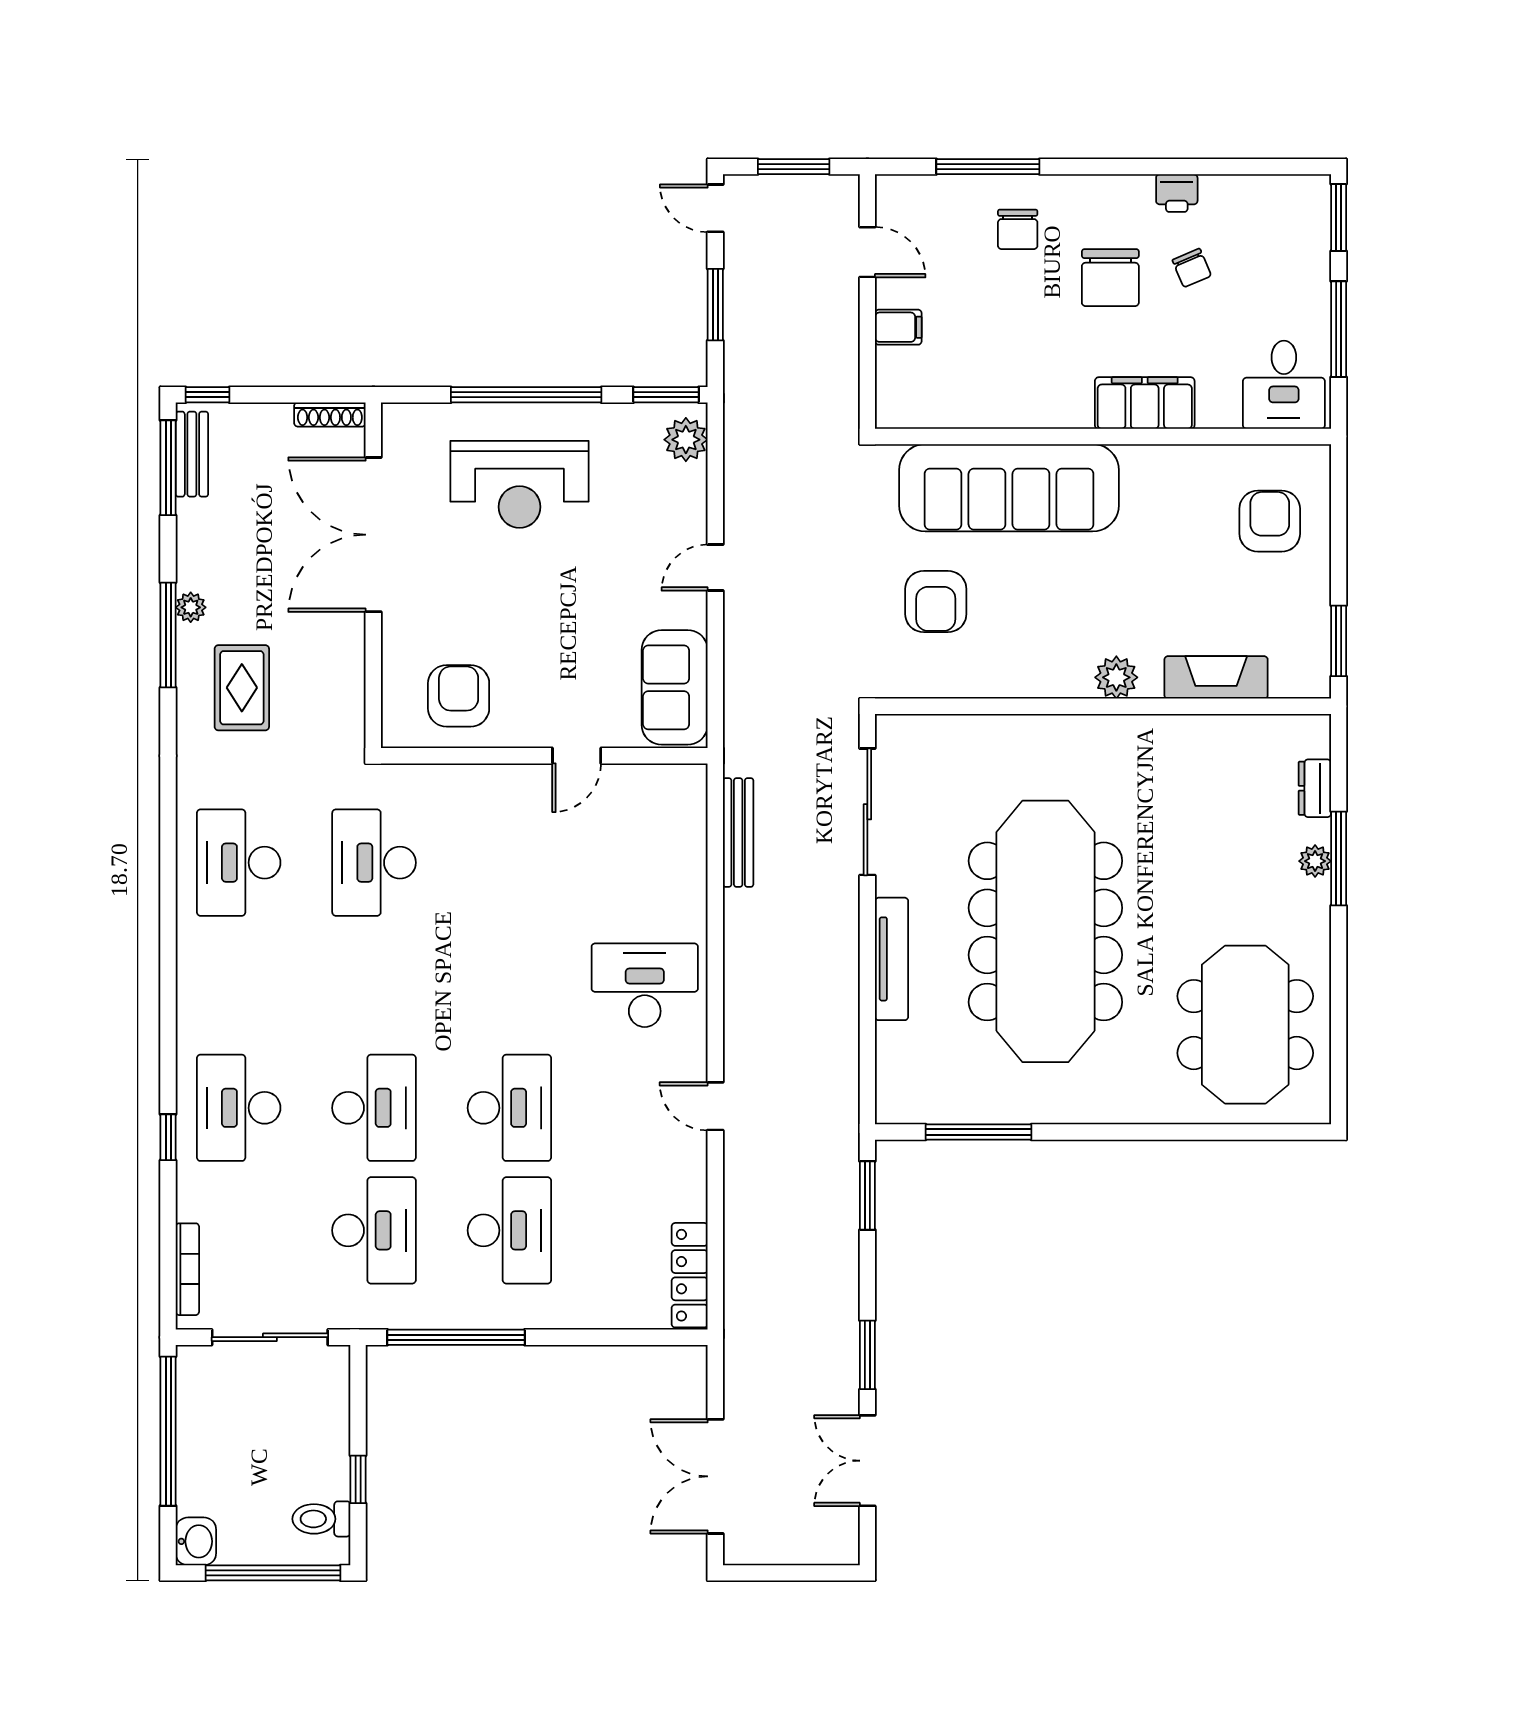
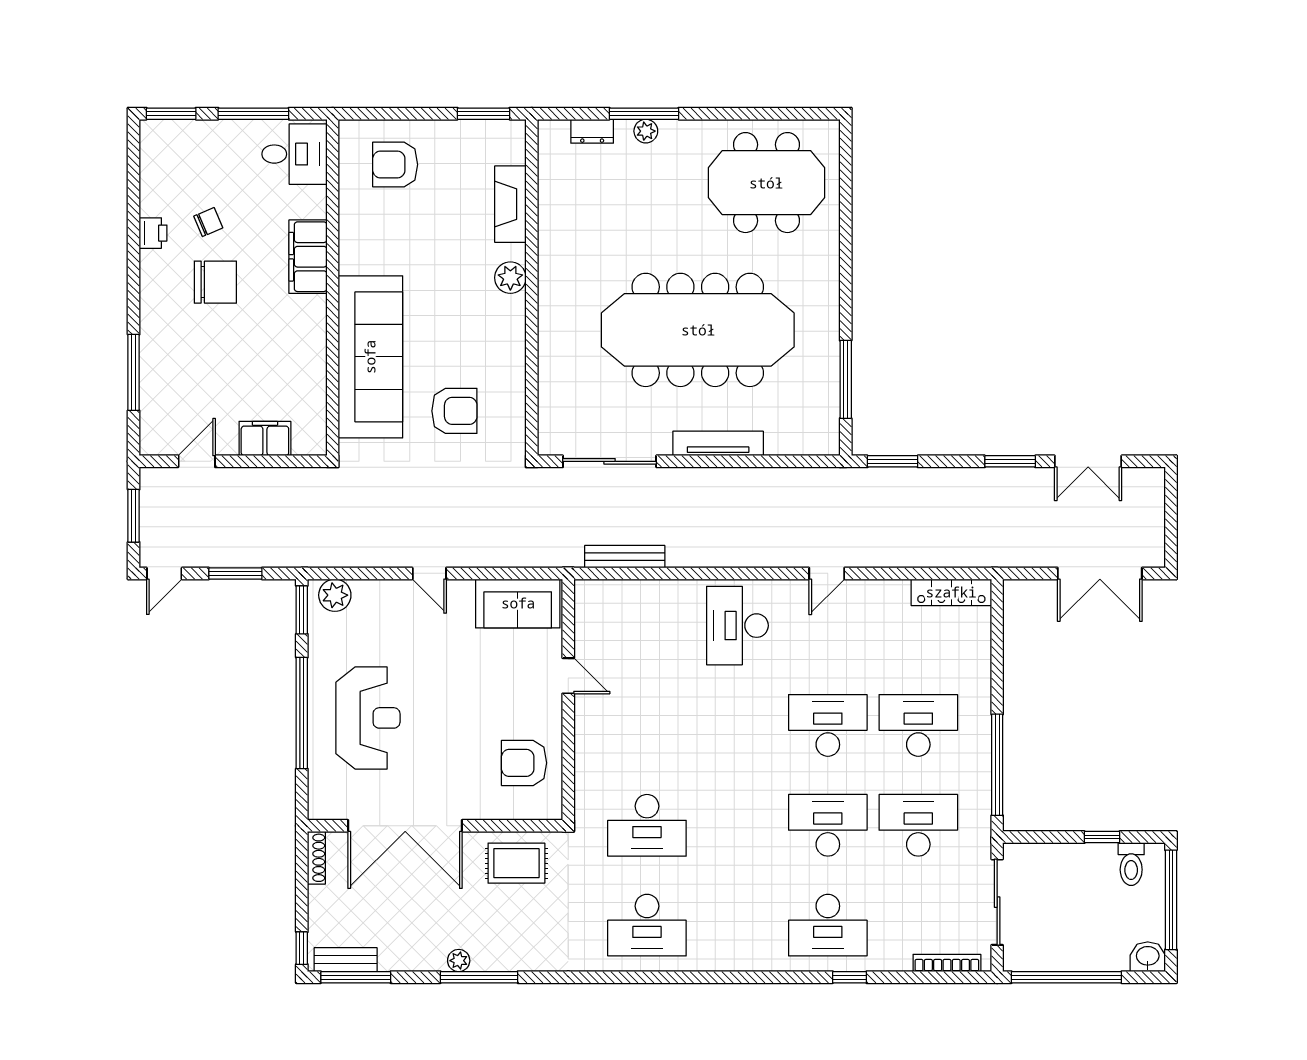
chair: (1018, 229) -> (180, 350), removed
filing cabinet: (898, 327) -> (265, 438), width x2.00
rug: (242, 688) -> (516, 863), moved

